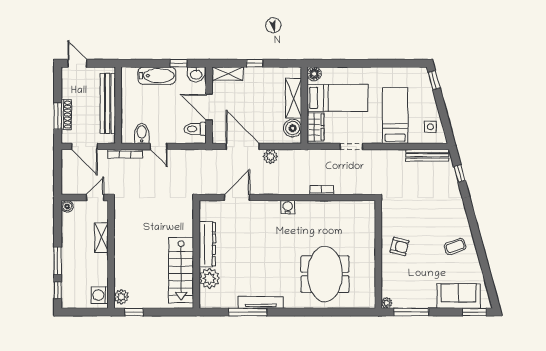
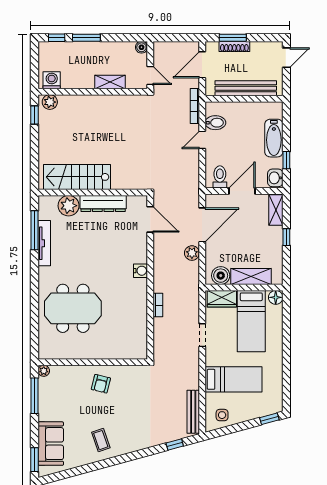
dresser: (207, 244) -> (103, 204), moved
wall: (196, 254) -> (93, 192), moved
stairs: (181, 270) -> (77, 177), moved
plant: (209, 278) -> (69, 206), moved

